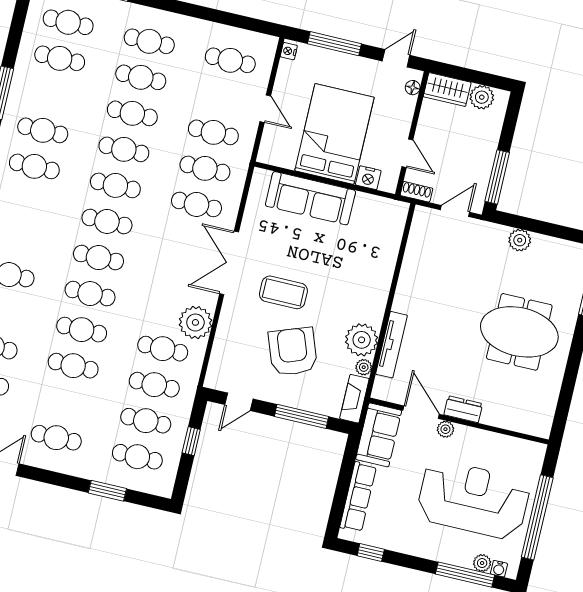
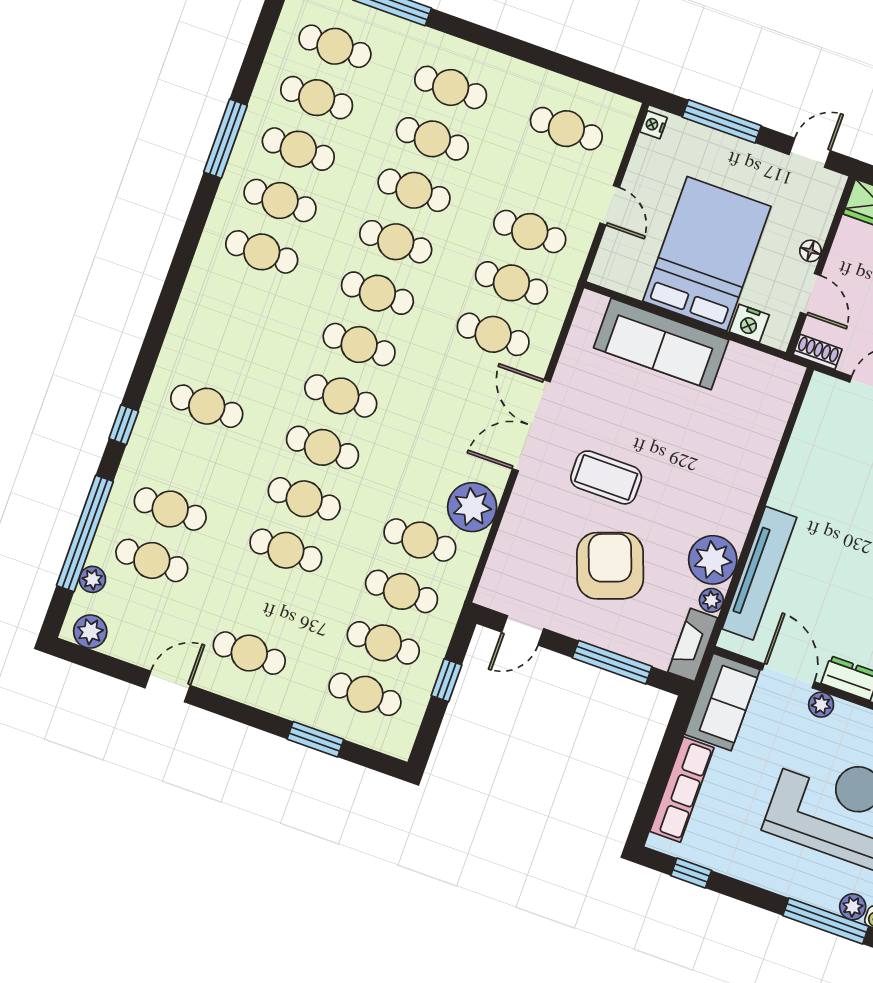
floor lamp: (413, 88) -> (810, 251), moved
cafe table: (51, 94) -> (298, 149), added
tv unit: (391, 345) -> (759, 573), width x1.36, depth x1.29

